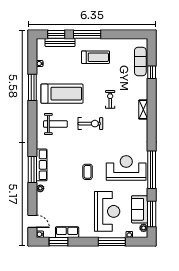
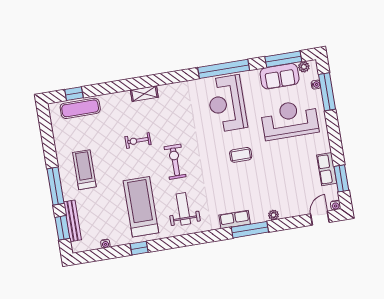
window: (152, 72) -> (74, 94), moved
window: (32, 87) -> (139, 248), width x0.46
row of seats: (42, 165) -> (235, 219), width x0.68
window: (112, 242) -> (327, 92), moved

